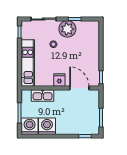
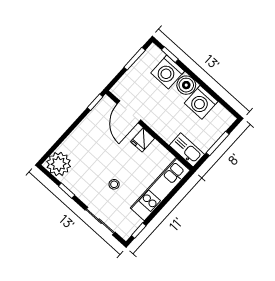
plant: (67, 29) -> (59, 164), moved
kitchen sink: (43, 95) -> (187, 150), moved
washing machine: (30, 126) -> (168, 72), moved
boiler: (63, 128) -> (186, 85), added

